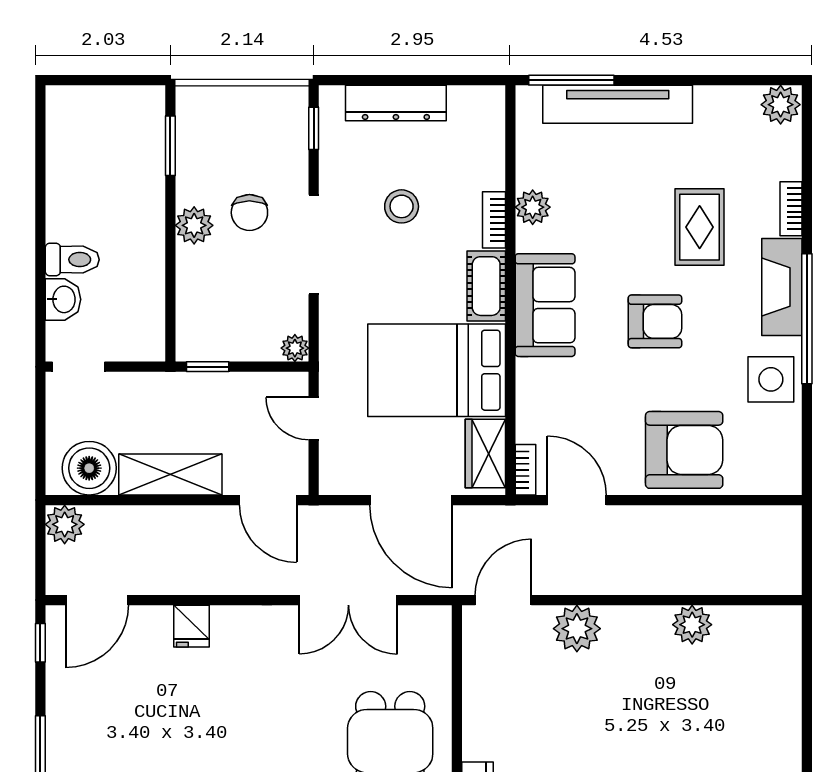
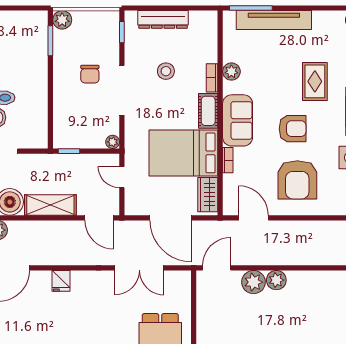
plant: (194, 225) -> (62, 20), moved
armchair: (684, 450) -> (297, 180), moved, turned 90
bookcase: (525, 470) -> (228, 160), moved
plant: (692, 625) -> (276, 280), moved

